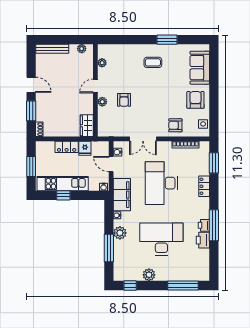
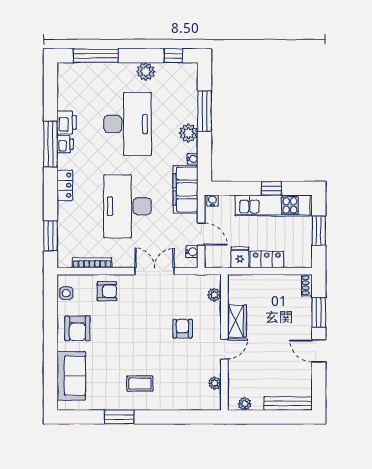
plant: (102, 102) -> (214, 295), moved
wardrobe: (87, 126) -> (237, 321), moved
desk: (161, 183) -> (127, 206), turned 180
locker: (204, 186) -> (65, 185), moved
desk: (161, 239) -> (127, 124), turned -90

